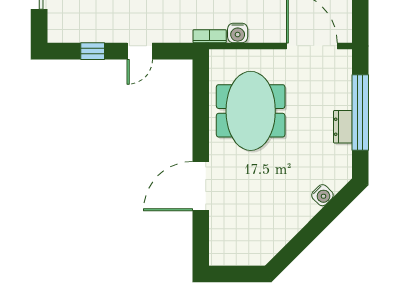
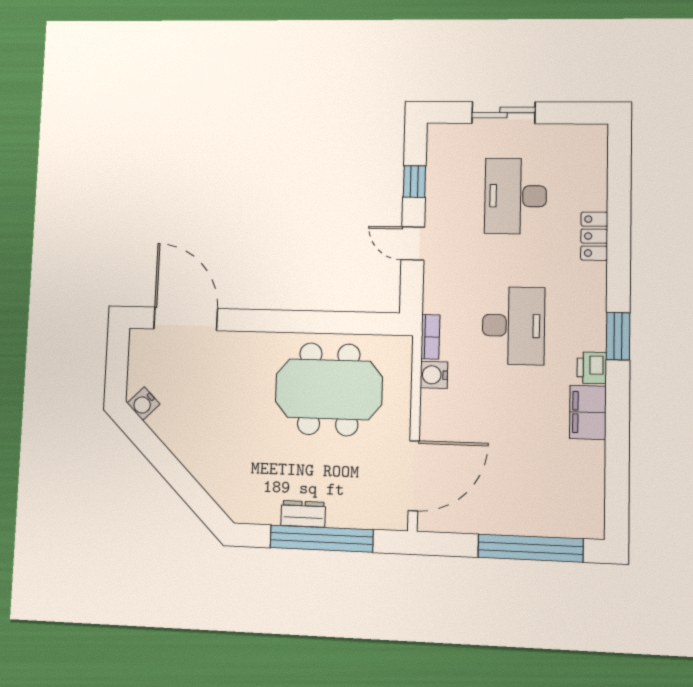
door: (201, 186) -> (186, 319), moved
water cooler: (322, 195) -> (143, 404), moved

